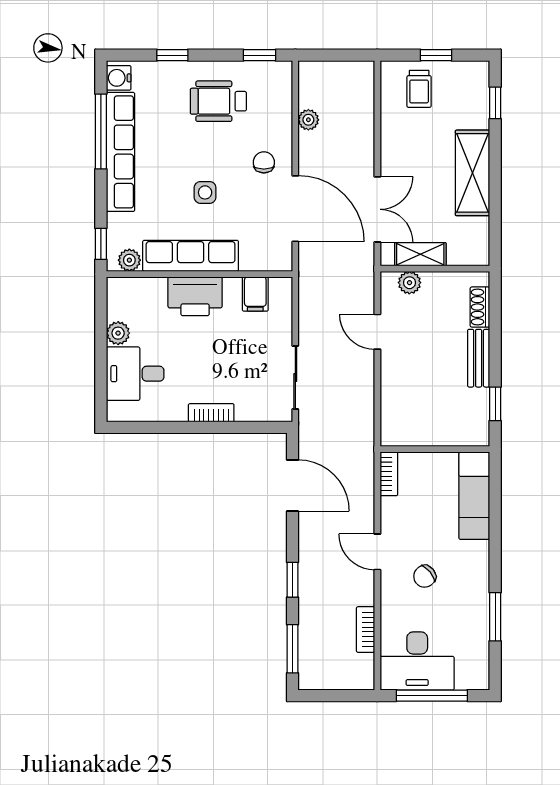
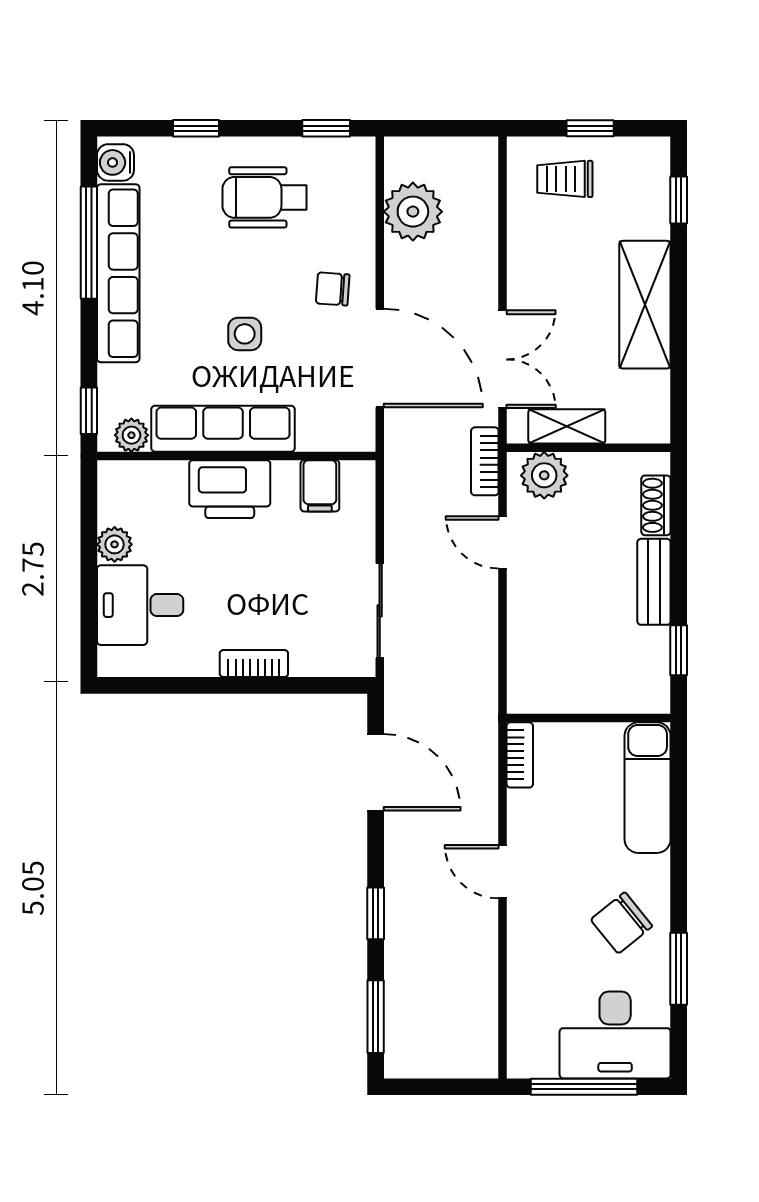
trolley: (419, 89) -> (565, 179), turned 90
plant: (308, 120) -> (413, 212), width x1.87, depth x1.87
chair: (264, 162) -> (333, 289), turned -86
plant: (409, 283) -> (544, 475), width x1.38, depth x1.38
chair: (425, 576) -> (622, 923), moved, width x1.37, depth x1.37
bookcase: (366, 630) -> (485, 461), moved
desk: (417, 661) -> (615, 1035), moved

